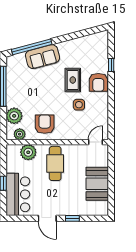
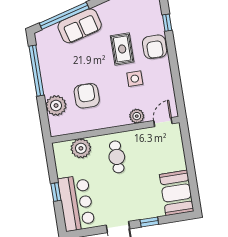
armchair: (45, 124) -> (87, 96), moved
plant: (20, 134) -> (137, 116), moved
cafe table: (55, 163) -> (117, 157), width x0.73, depth x0.74
booth: (97, 184) -> (177, 193), moved

